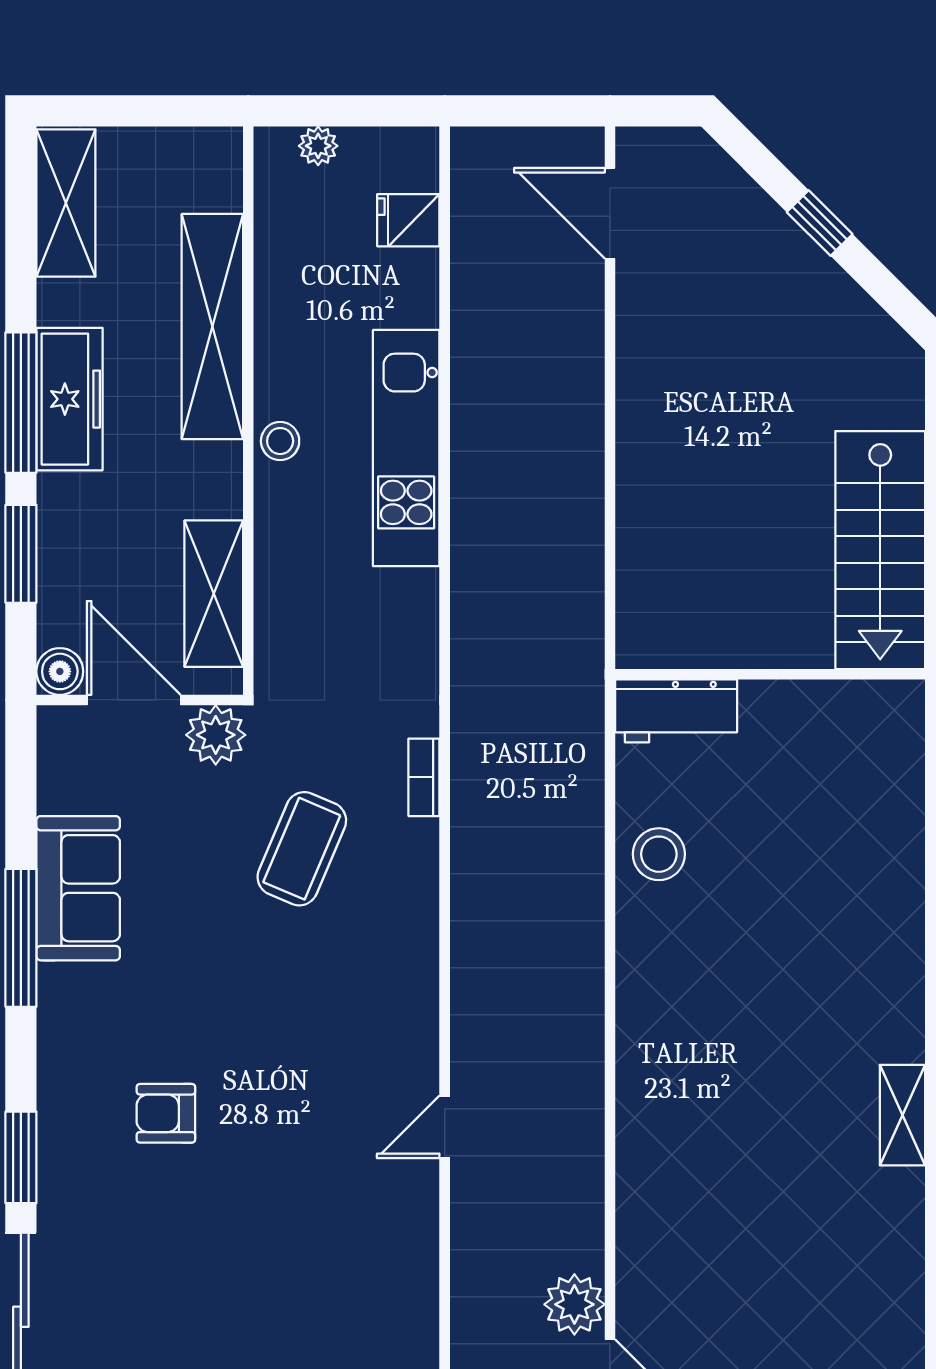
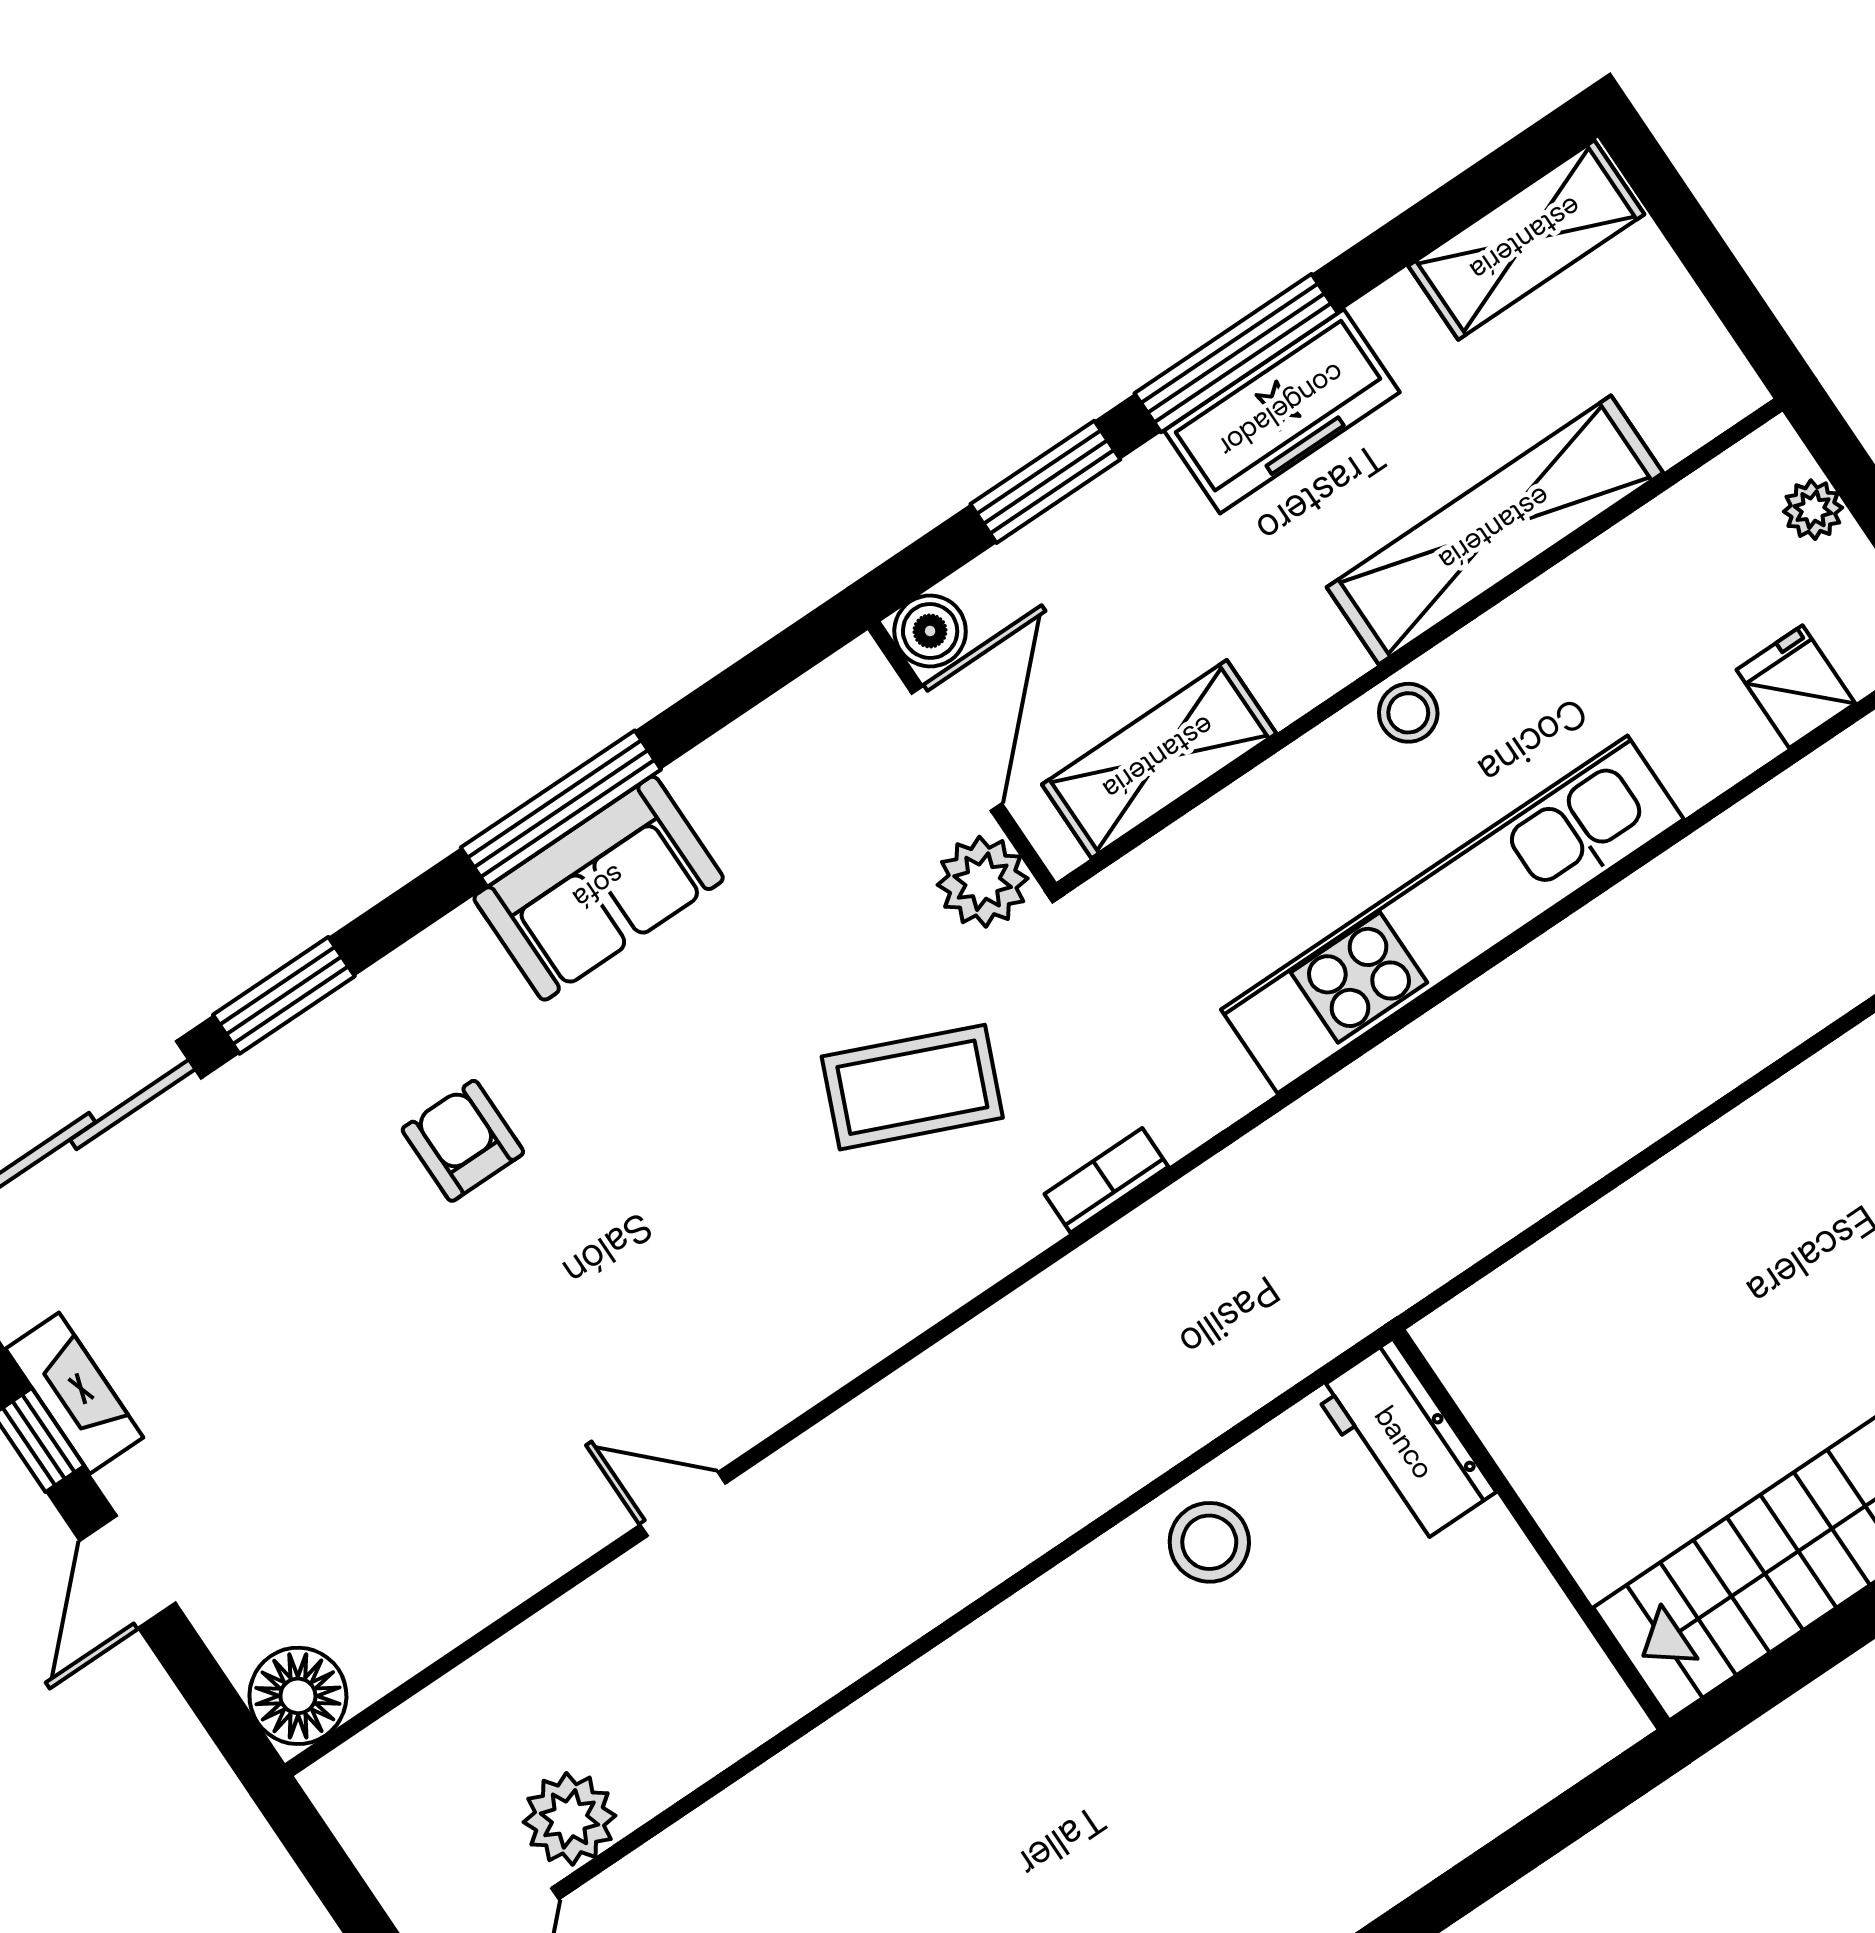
kitchen unit: (406, 448) -> (1452, 914), width x1.36
sofa: (78, 888) -> (599, 888), moved

